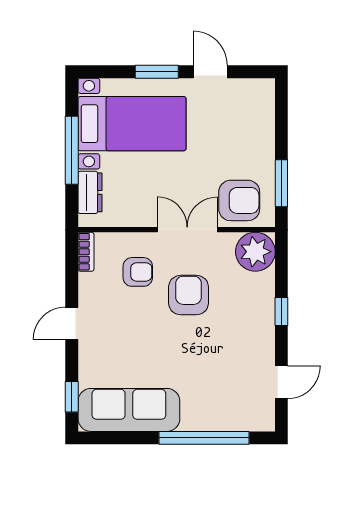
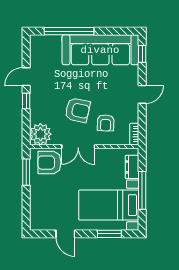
window: (157, 72) -> (109, 234), moved
armchair: (138, 272) -> (106, 123), turned -88
armchair: (189, 295) -> (78, 110), turned -78
door: (281, 382) -> (26, 77), moved
sofa: (129, 410) -> (100, 50), width x1.36, depth x1.27

